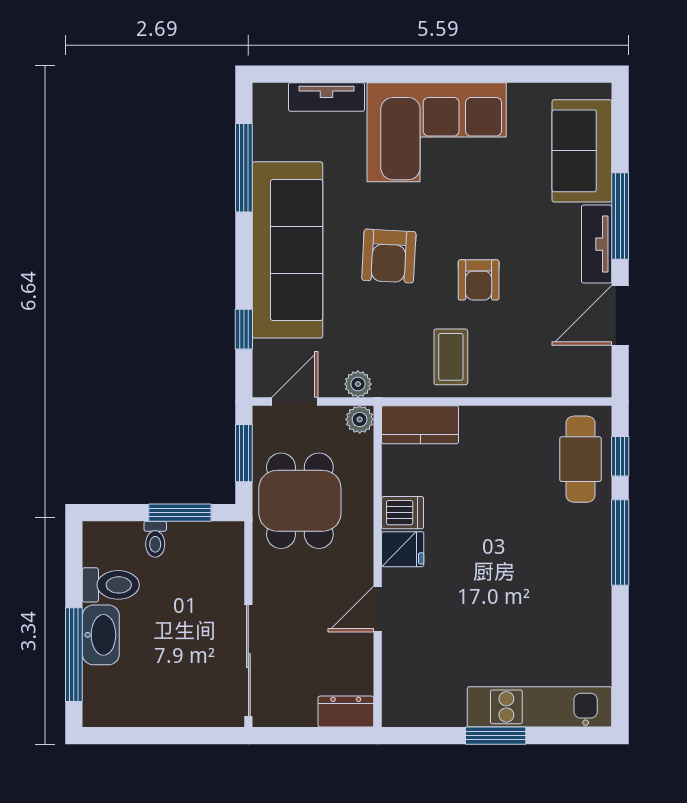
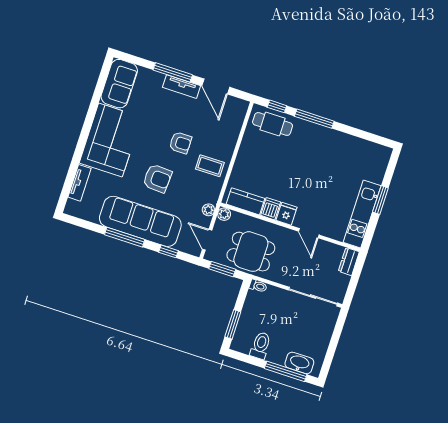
sofa: (582, 151) -> (119, 84), moved, turned -90
window: (244, 168) -> (125, 237), moved
kitchen counter: (420, 425) -> (245, 201), moved, turned -90
window: (180, 513) -> (233, 324), moved
toilet: (155, 539) -> (258, 286), moved
washbasin: (101, 635) -> (299, 363), moved
kitchen unit: (539, 707) -> (362, 214), moved

